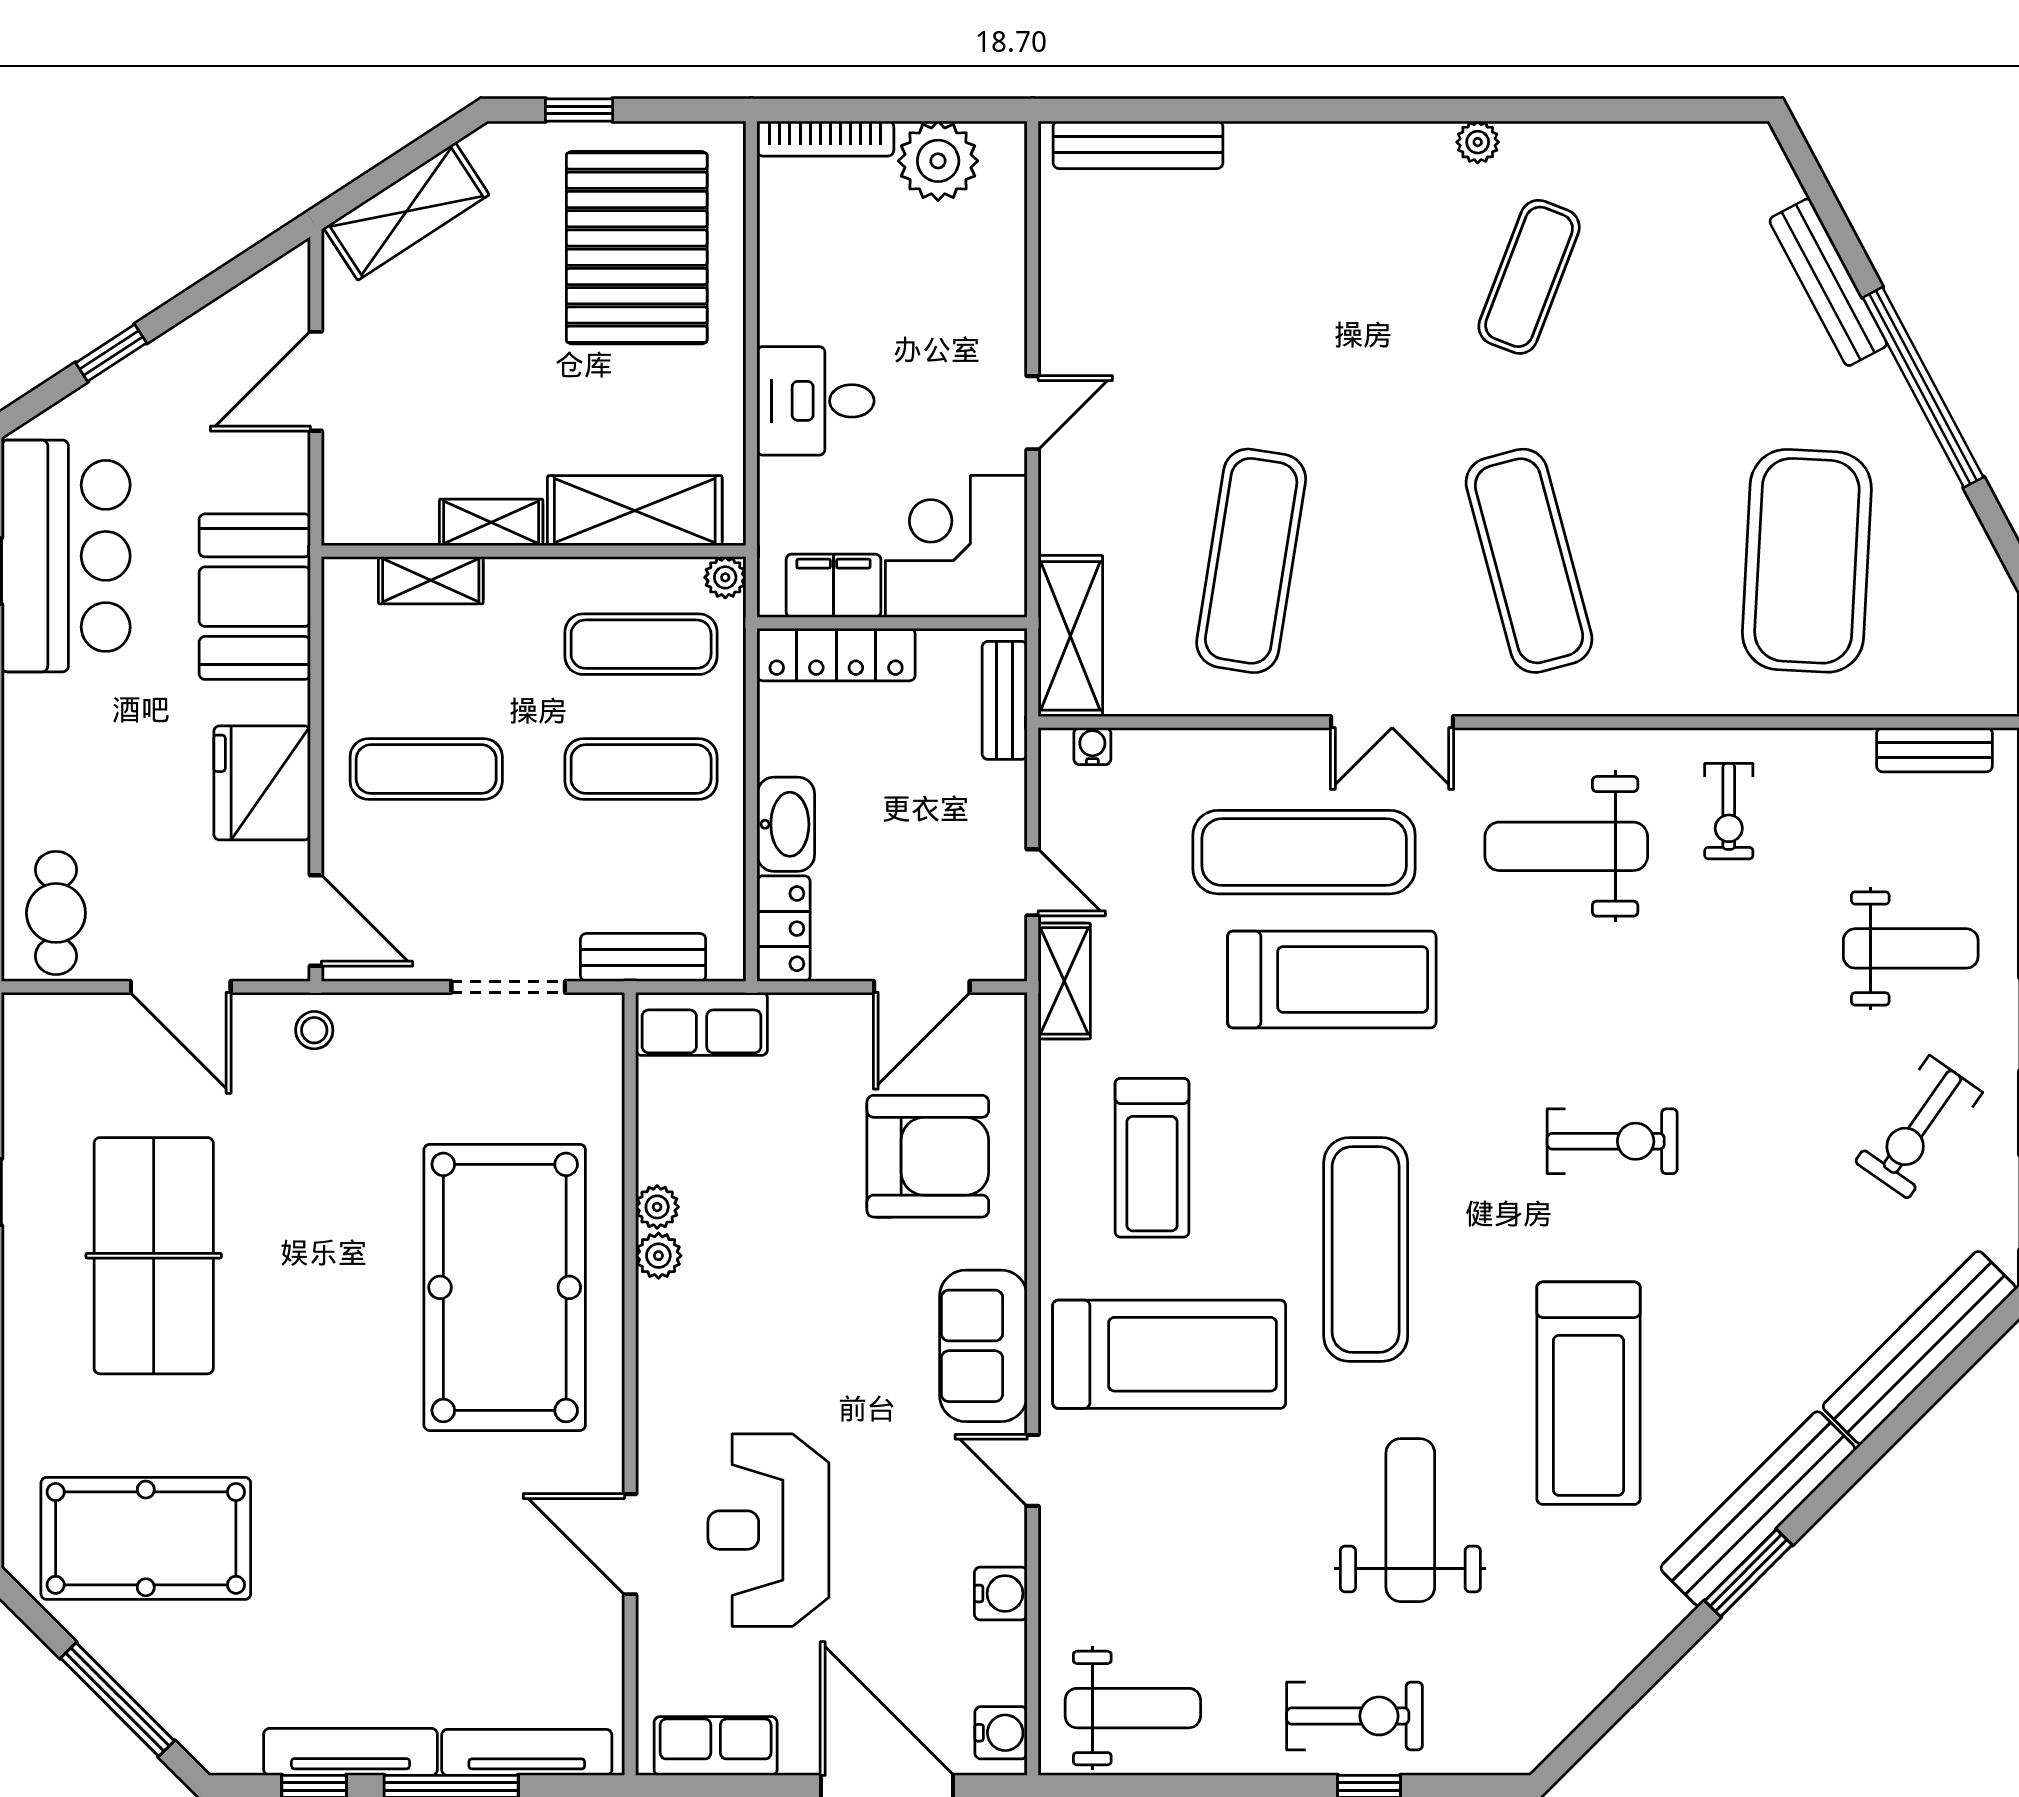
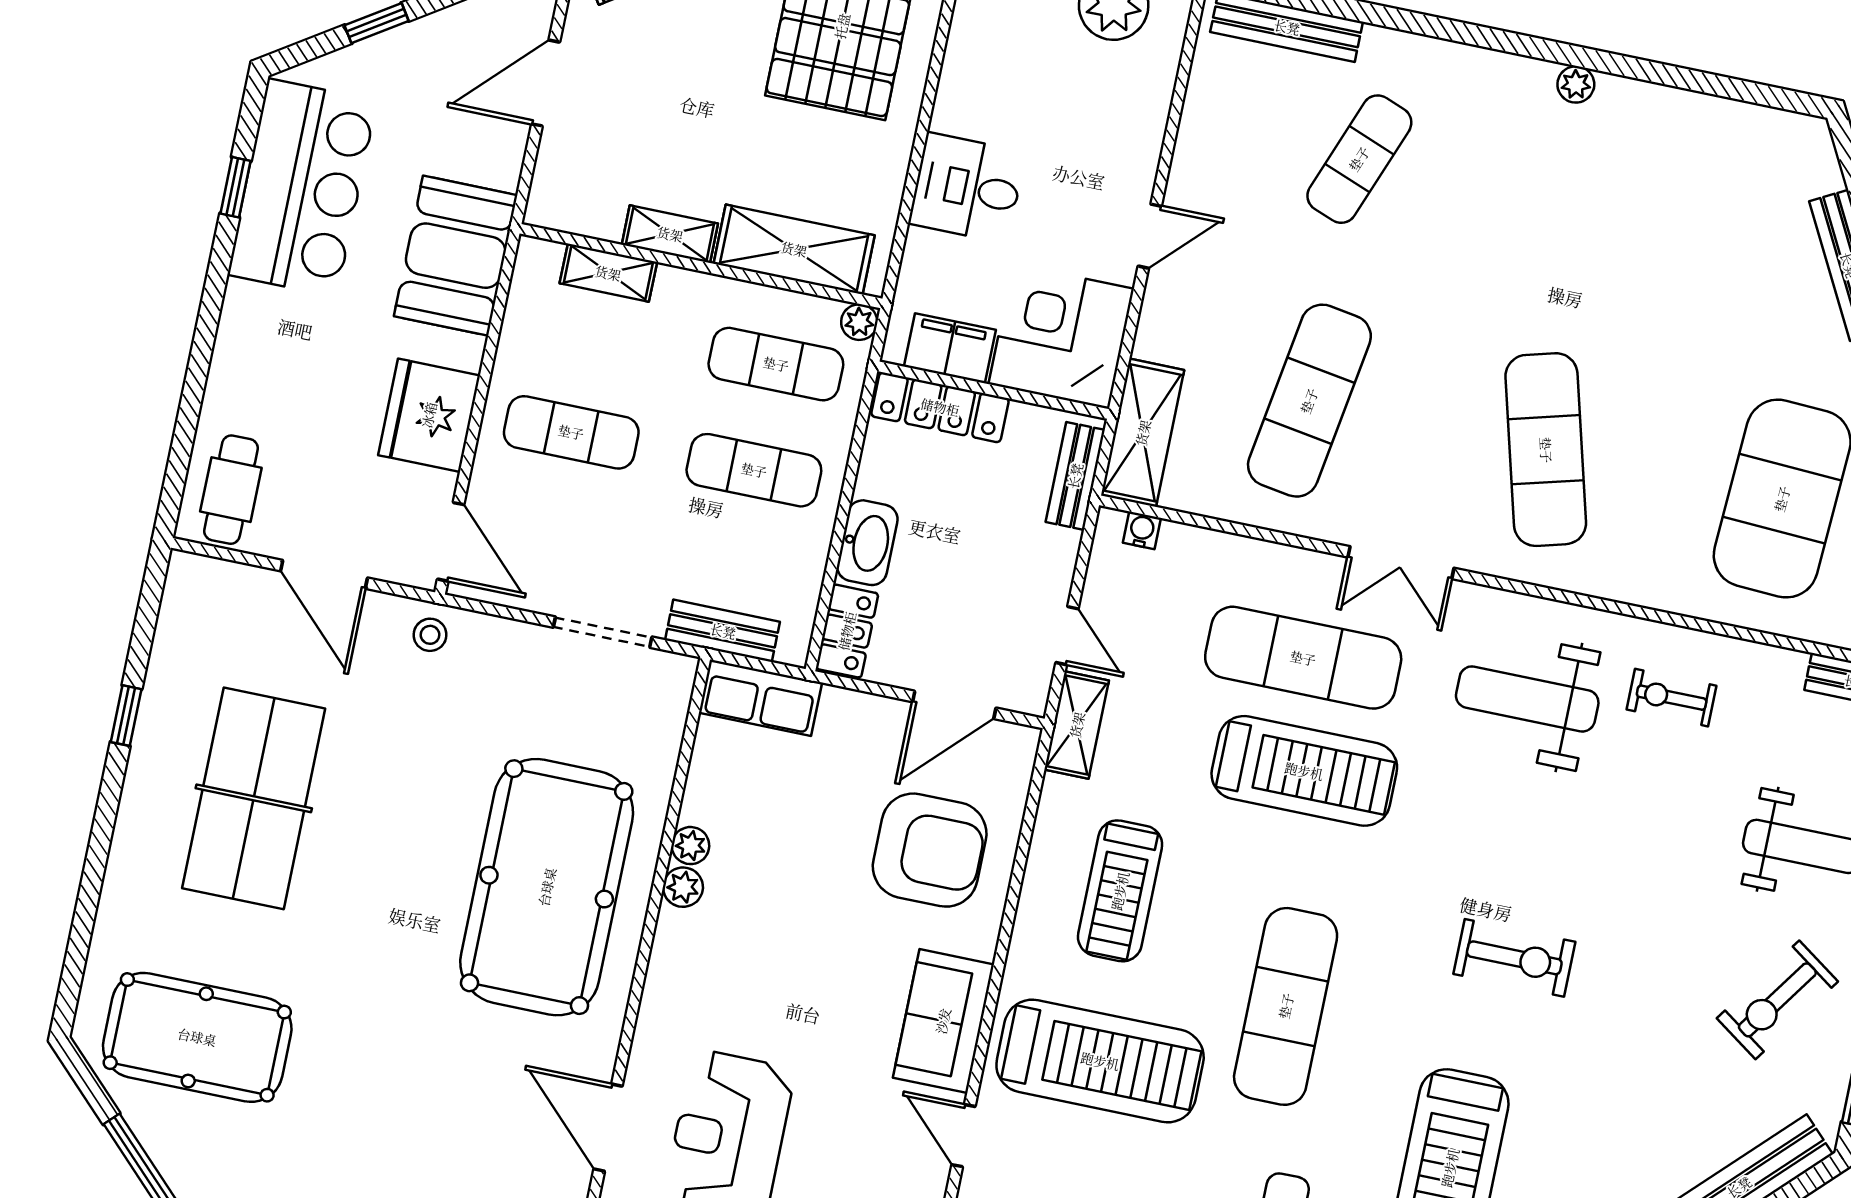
exercise mat: (1529, 277) -> (1359, 159), moved
exercise bike: (1729, 811) -> (1672, 698), turned 90

